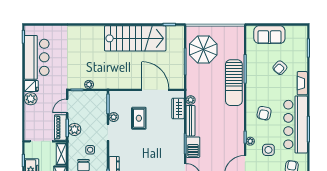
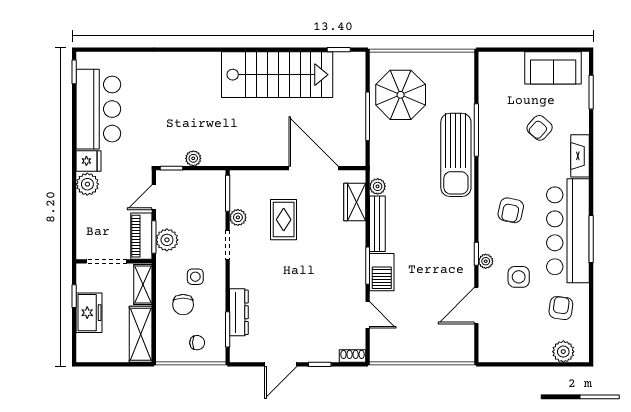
sofa: (269, 35) -> (553, 68), moved

